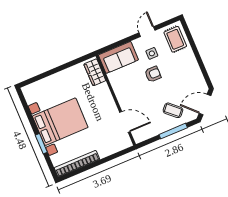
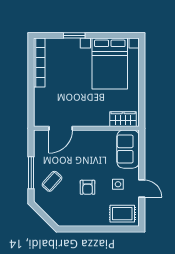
armchair: (153, 74) -> (88, 187), moved
door: (205, 104) -> (44, 216), removed
bed with nightstands: (60, 122) -> (110, 64), moved

